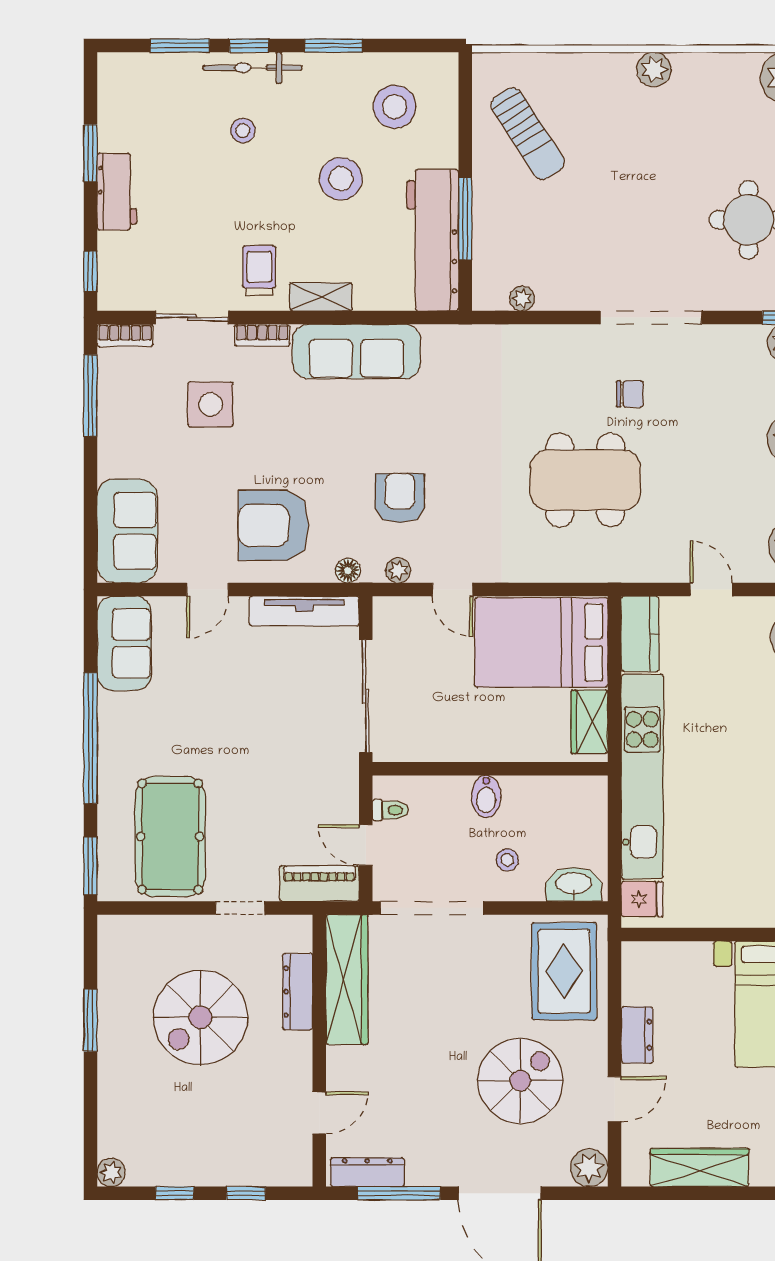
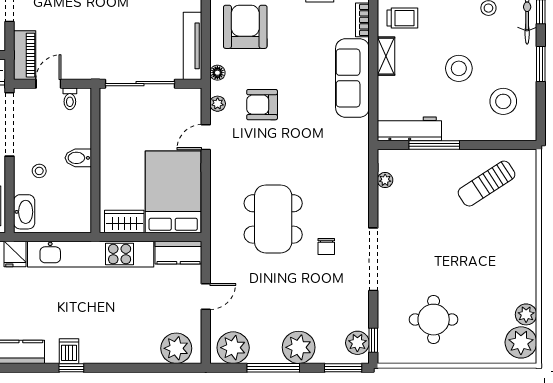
plant: (654, 70) -> (526, 314), moved
workbench: (433, 240) -> (409, 129), width x0.73, depth x0.76
armchair: (400, 498) -> (262, 105), turned 180

